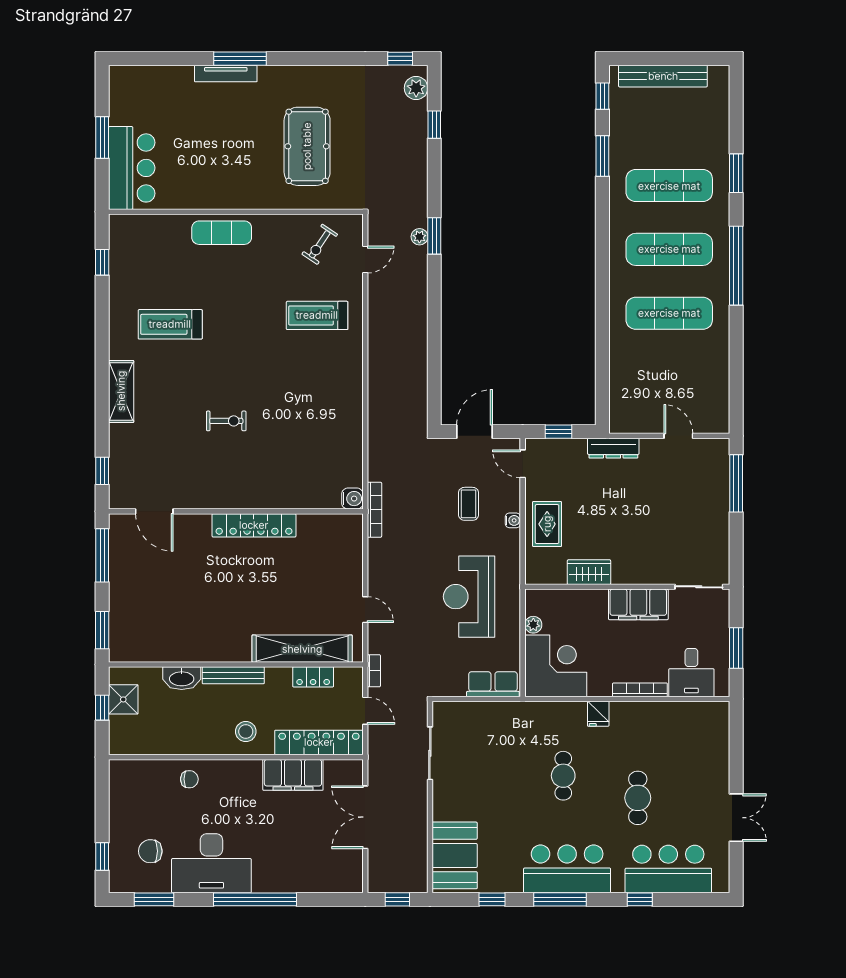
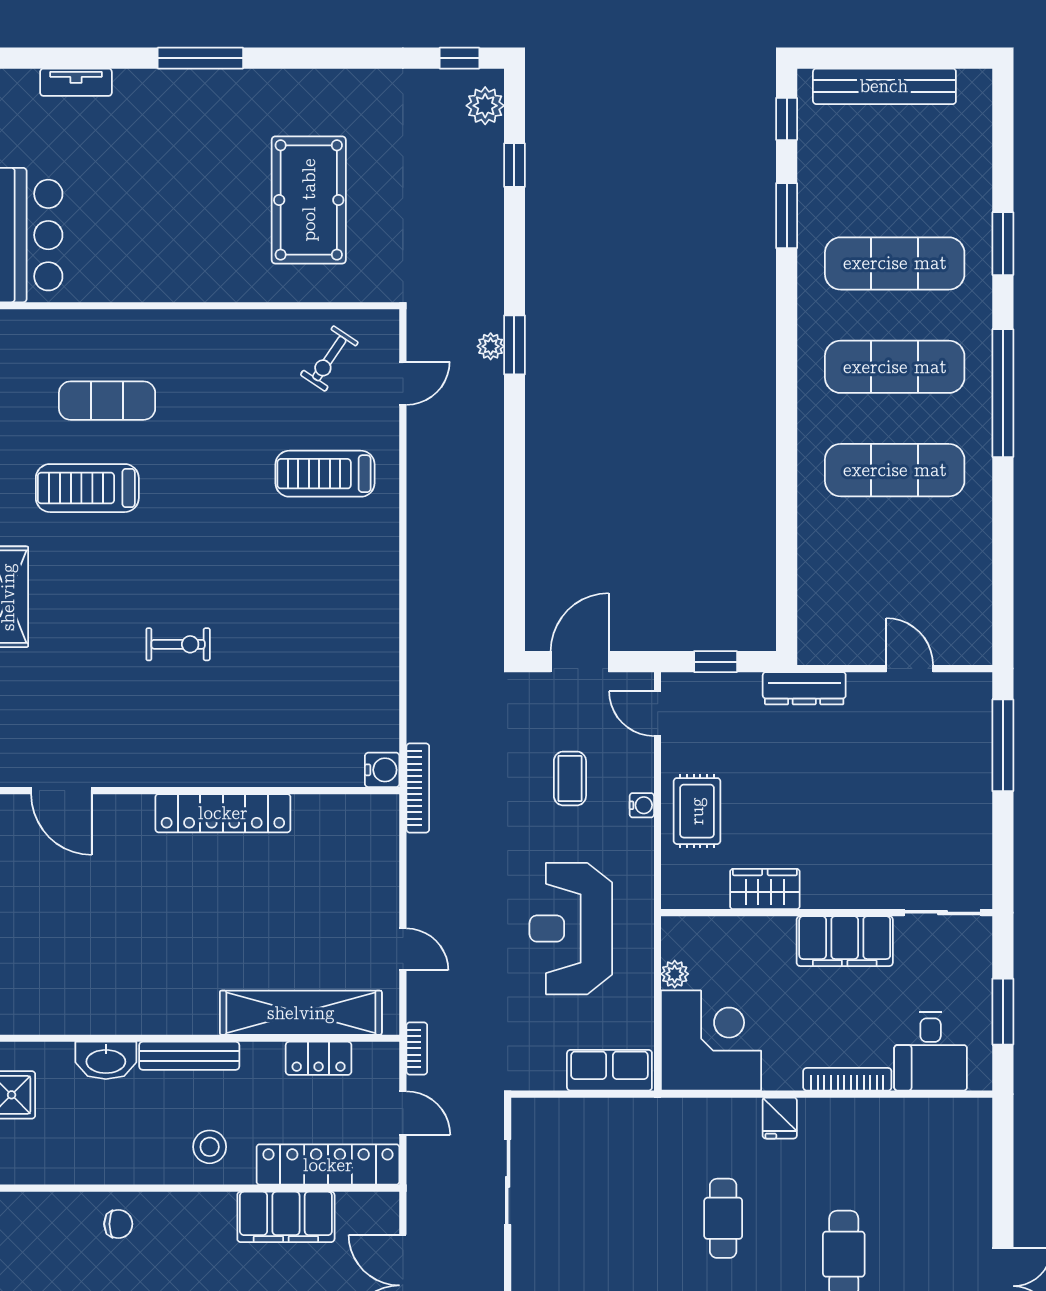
tv unit: (226, 74) -> (76, 82), moved, width x0.71
exercise mat: (222, 233) -> (107, 401), moved

